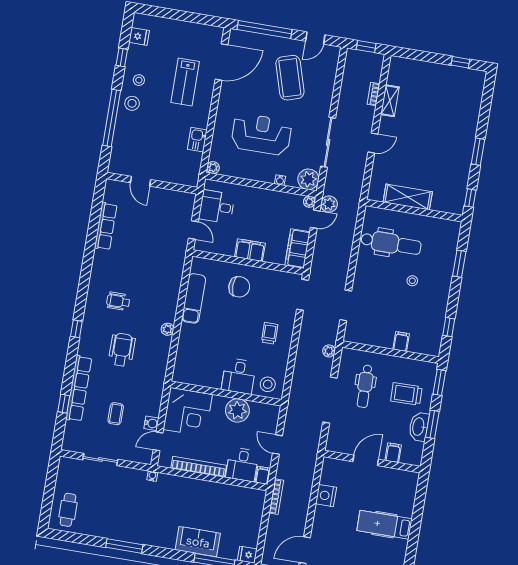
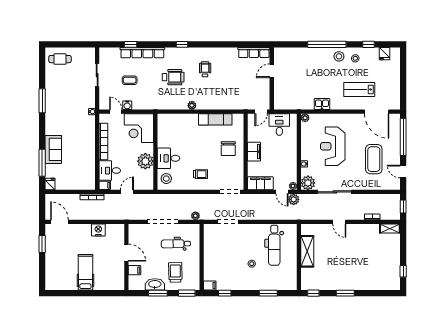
coffee table: (290, 78) -> (374, 159), turned -73
shelving: (390, 101) -> (390, 229), moved
reception desk: (261, 134) -> (333, 146), turned 180
door: (140, 181) -> (272, 71), moved
wall: (152, 183) -> (272, 78), moved
filing cabinet: (401, 342) -> (210, 286), moved

